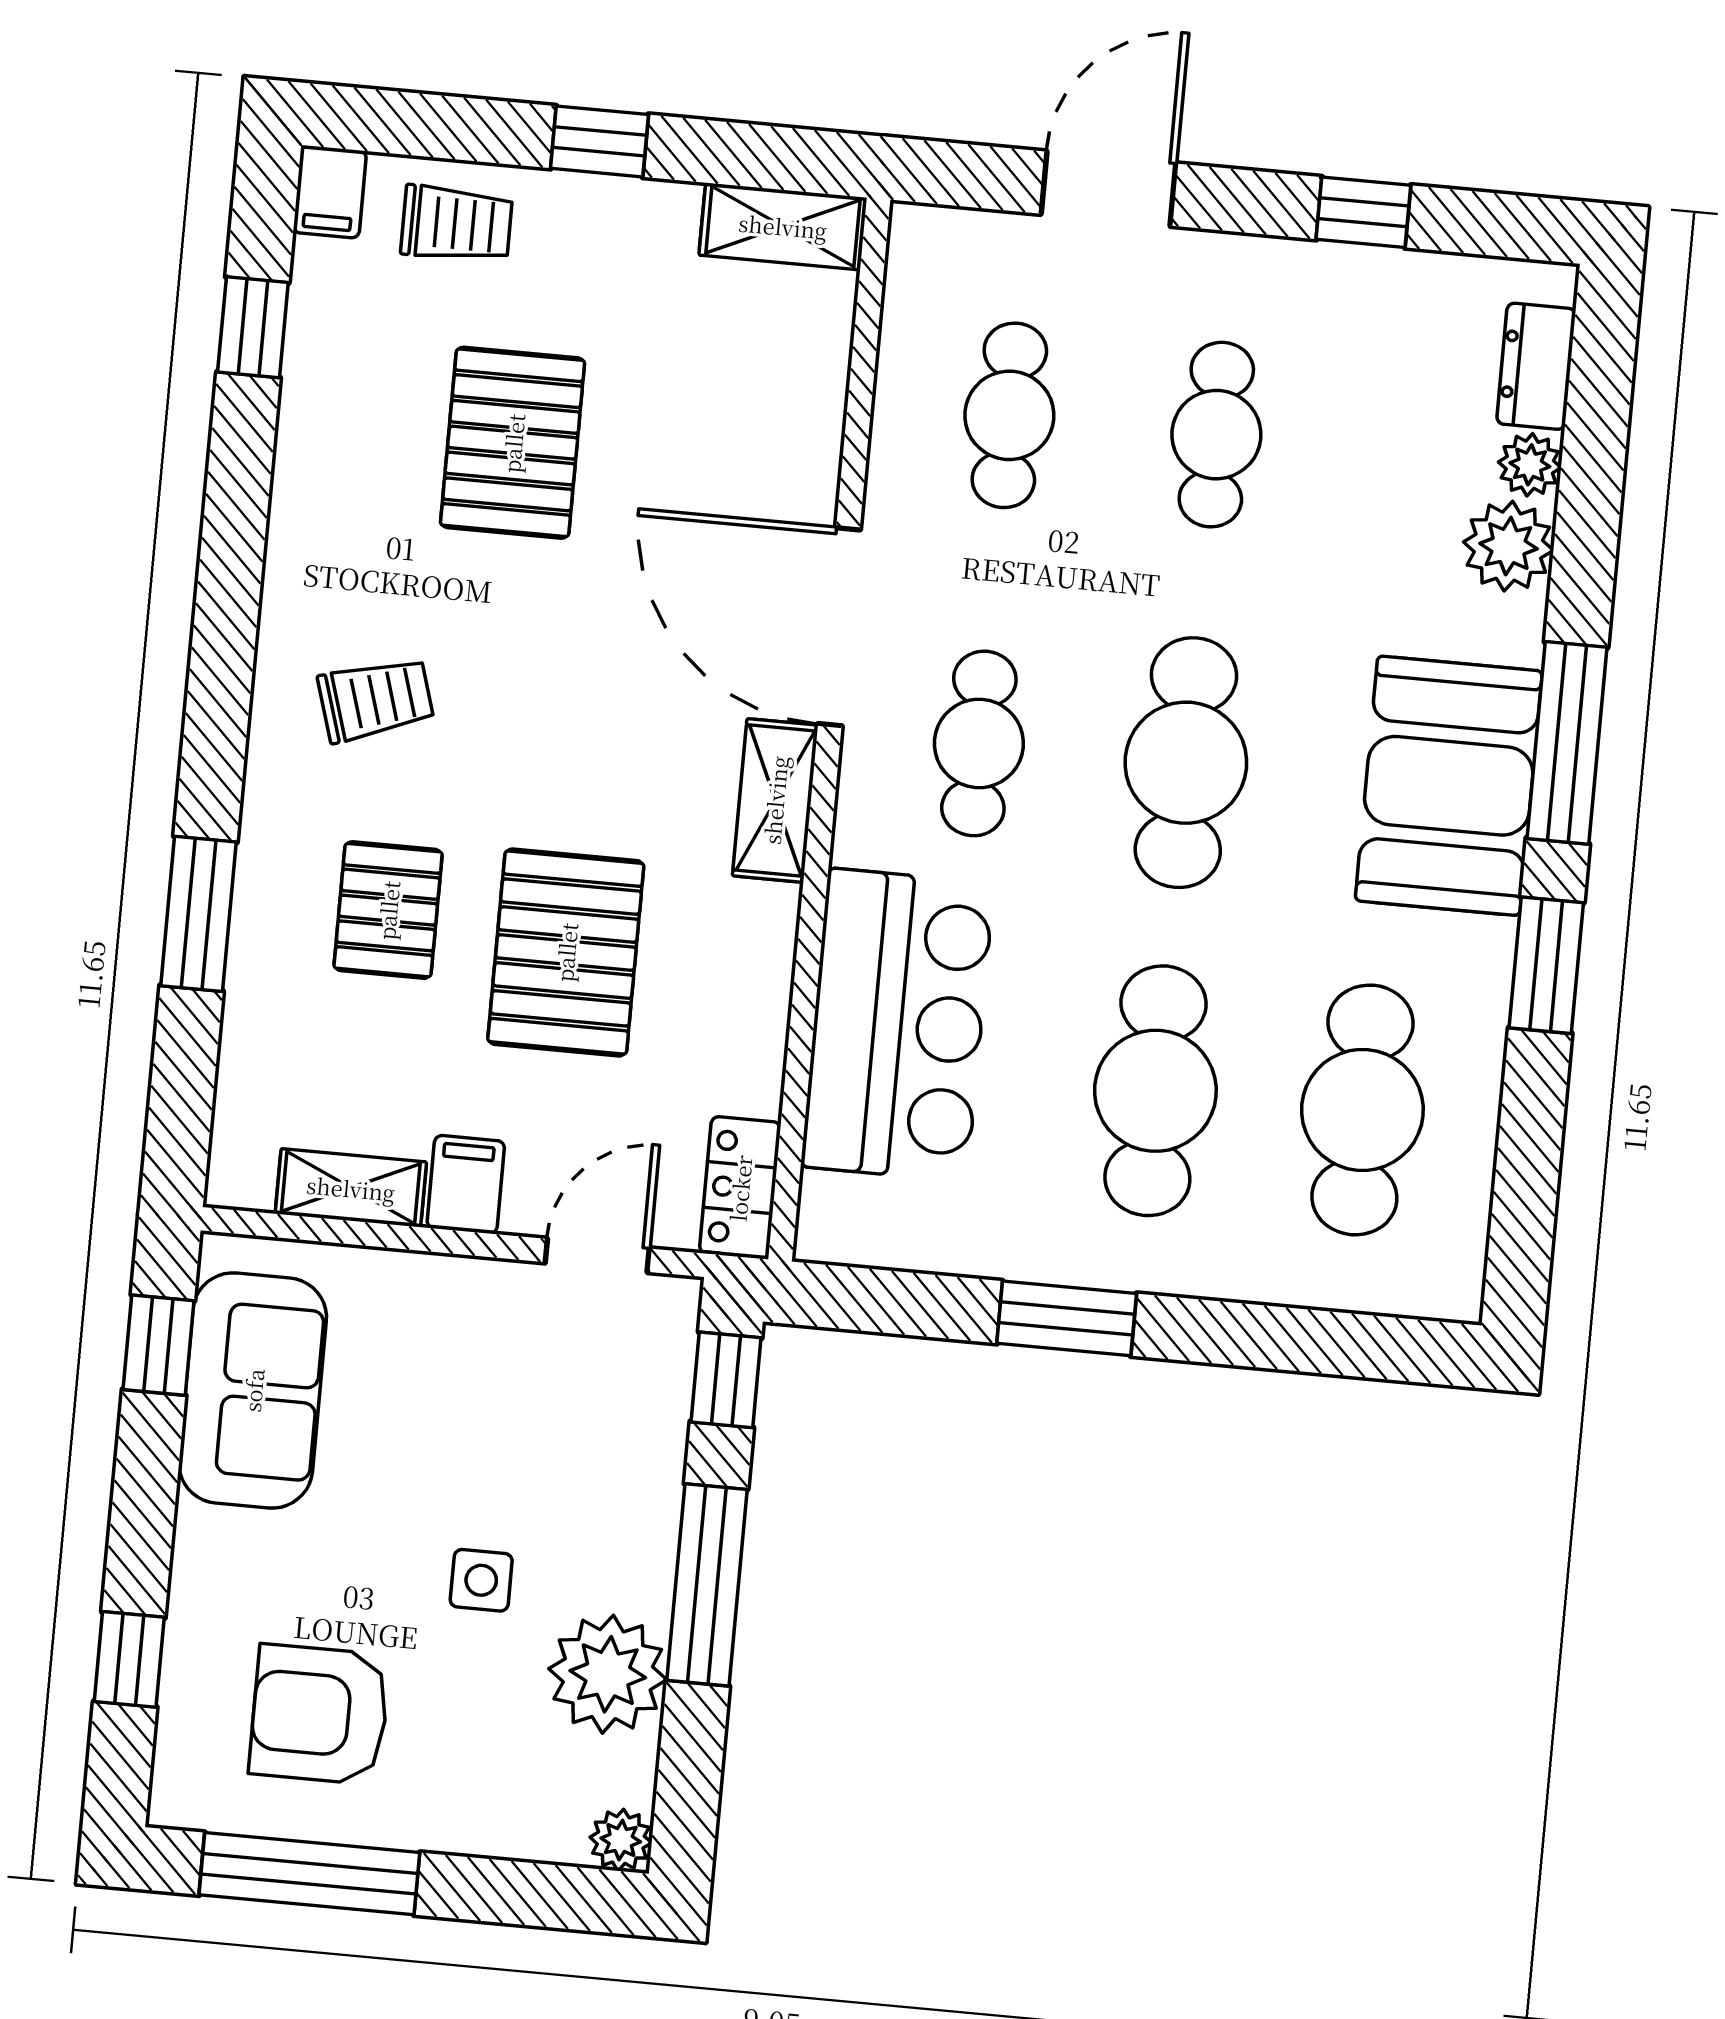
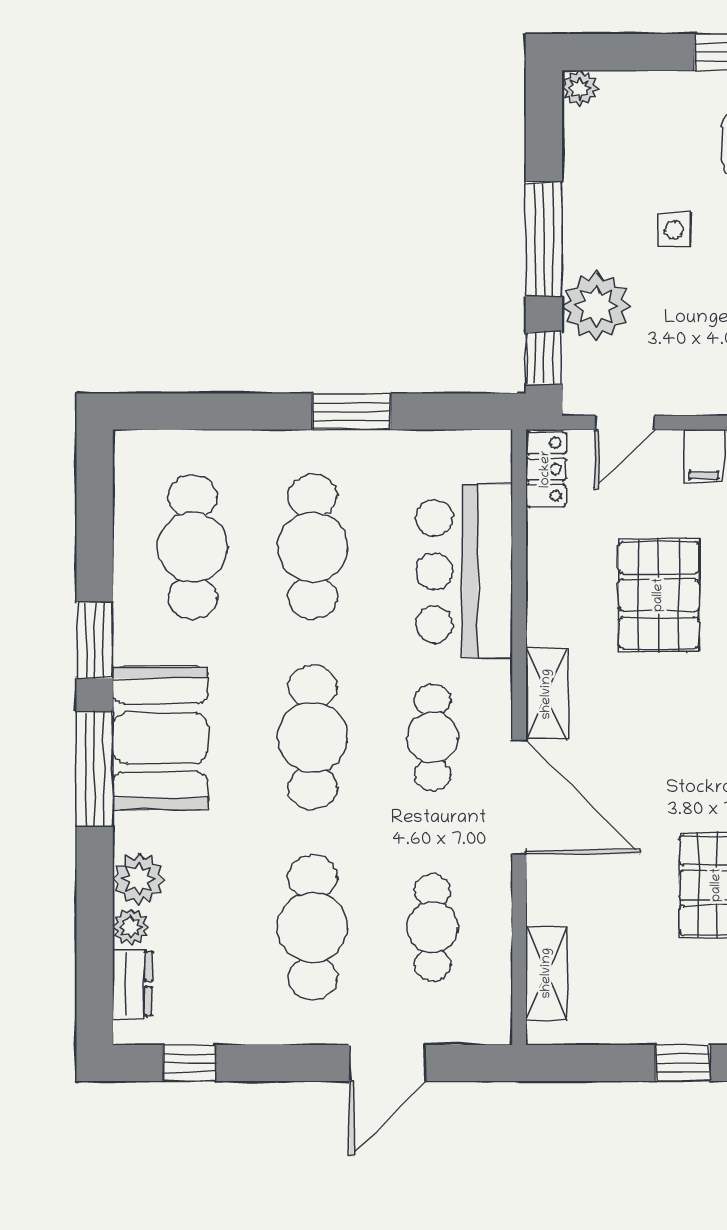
window: (1363, 212) -> (190, 1063), moved
shelving: (783, 226) -> (547, 973), moved, turned 90
cafe table: (1216, 435) -> (313, 927), width x1.37, depth x1.35
plant: (608, 1674) -> (596, 306), moved

